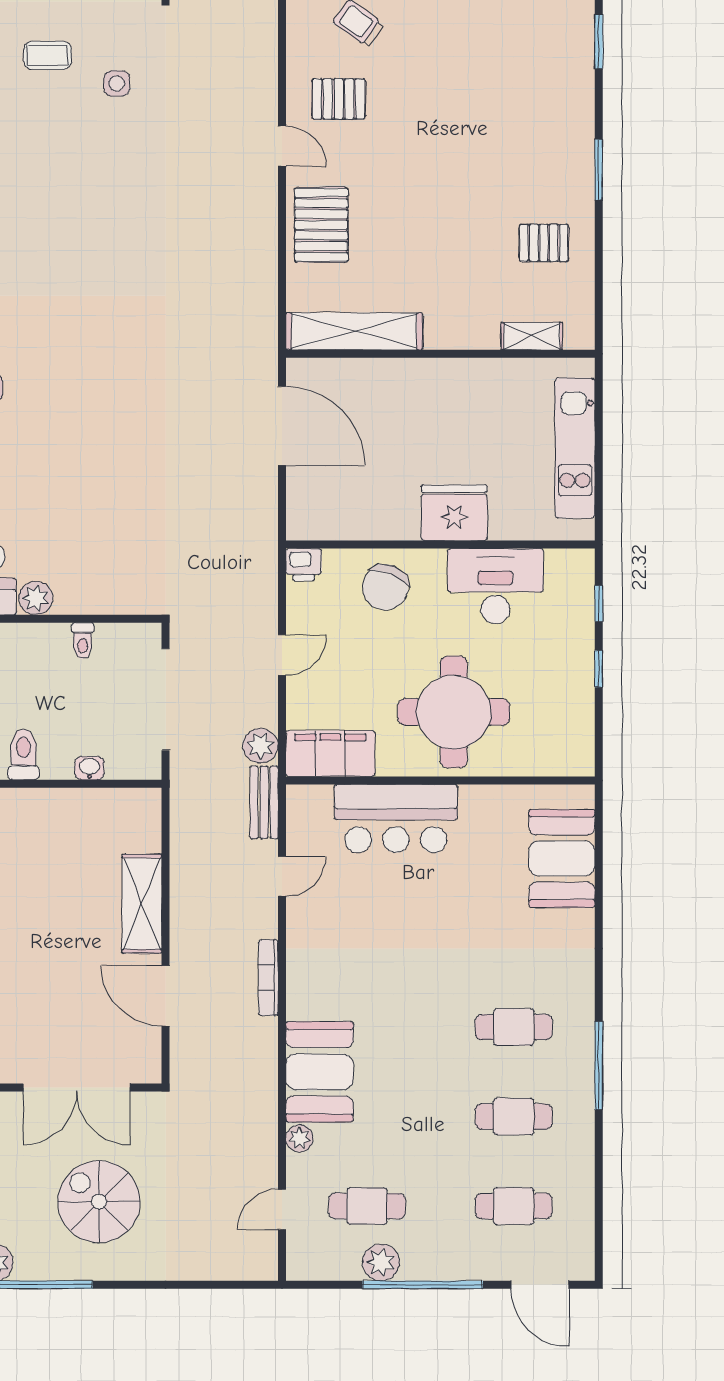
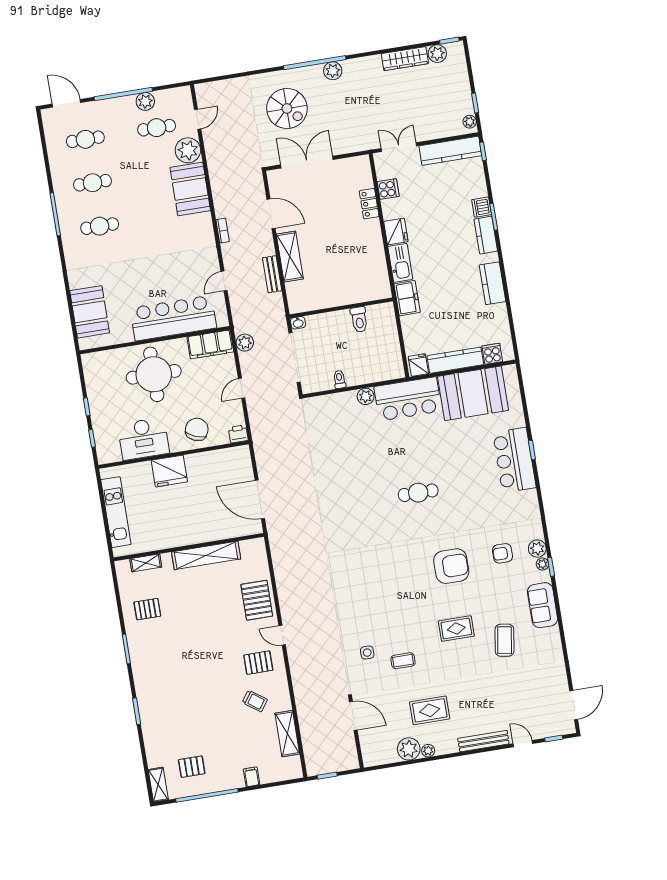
shelving: (354, 331) -> (206, 555), moved
washbasin: (89, 768) -> (298, 323), moved
bench: (264, 802) -> (272, 274), moved
bar counter: (396, 819) -> (173, 318), width x1.36
bookcase: (268, 978) -> (223, 231), width x0.64
plant: (299, 1138) -> (188, 150), width x1.87, depth x1.87

